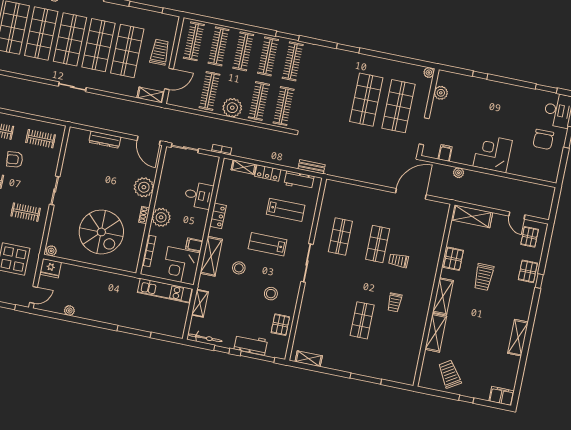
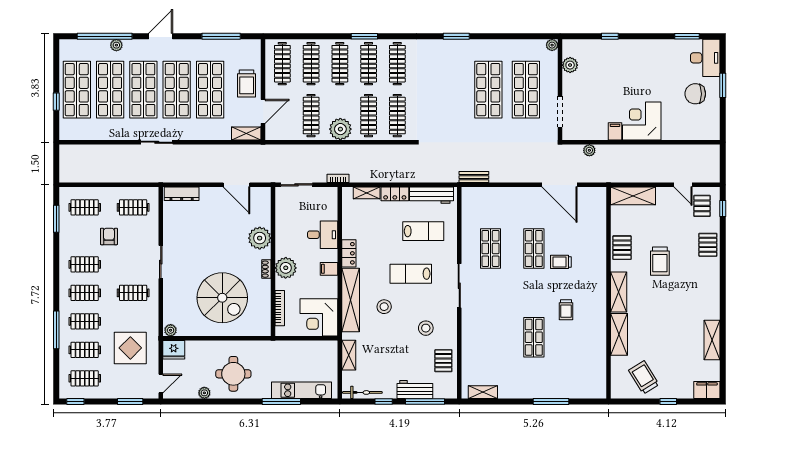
window: (287, 36) -> (364, 36), moved
trolley: (160, 52) -> (247, 84), turned 180
chair: (543, 139) -> (695, 94), turned 90
dresser: (105, 140) -> (182, 194), moved
door: (149, 141) -> (236, 185), moved
filing cabinet: (445, 153) -> (615, 131), moved
armchair: (15, 160) -> (109, 236), turned 96
bench: (312, 167) -> (474, 177), moved
plant: (458, 173) -> (589, 150), moved
workbench: (299, 180) -> (432, 195), width x1.37
door: (411, 194) -> (560, 185), swing flipped
filing cabinet: (194, 245) -> (329, 269), moved
shelving: (211, 256) -> (351, 300), width x1.47
window: (539, 281) -> (723, 209), moved
kitchen unit: (165, 291) -> (301, 390), moved, turned 180
round table: (98, 299) -> (233, 374), added
shelving: (518, 338) -> (712, 340), moved

